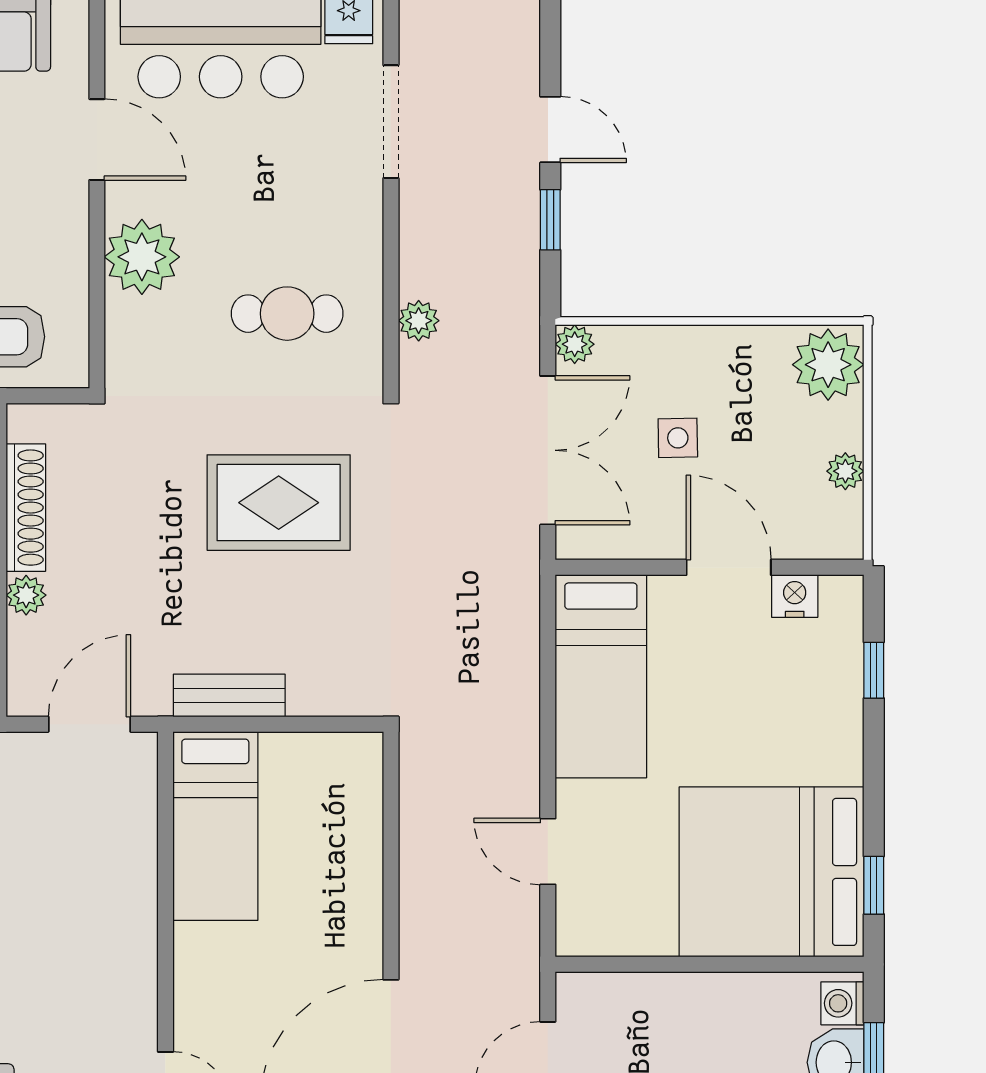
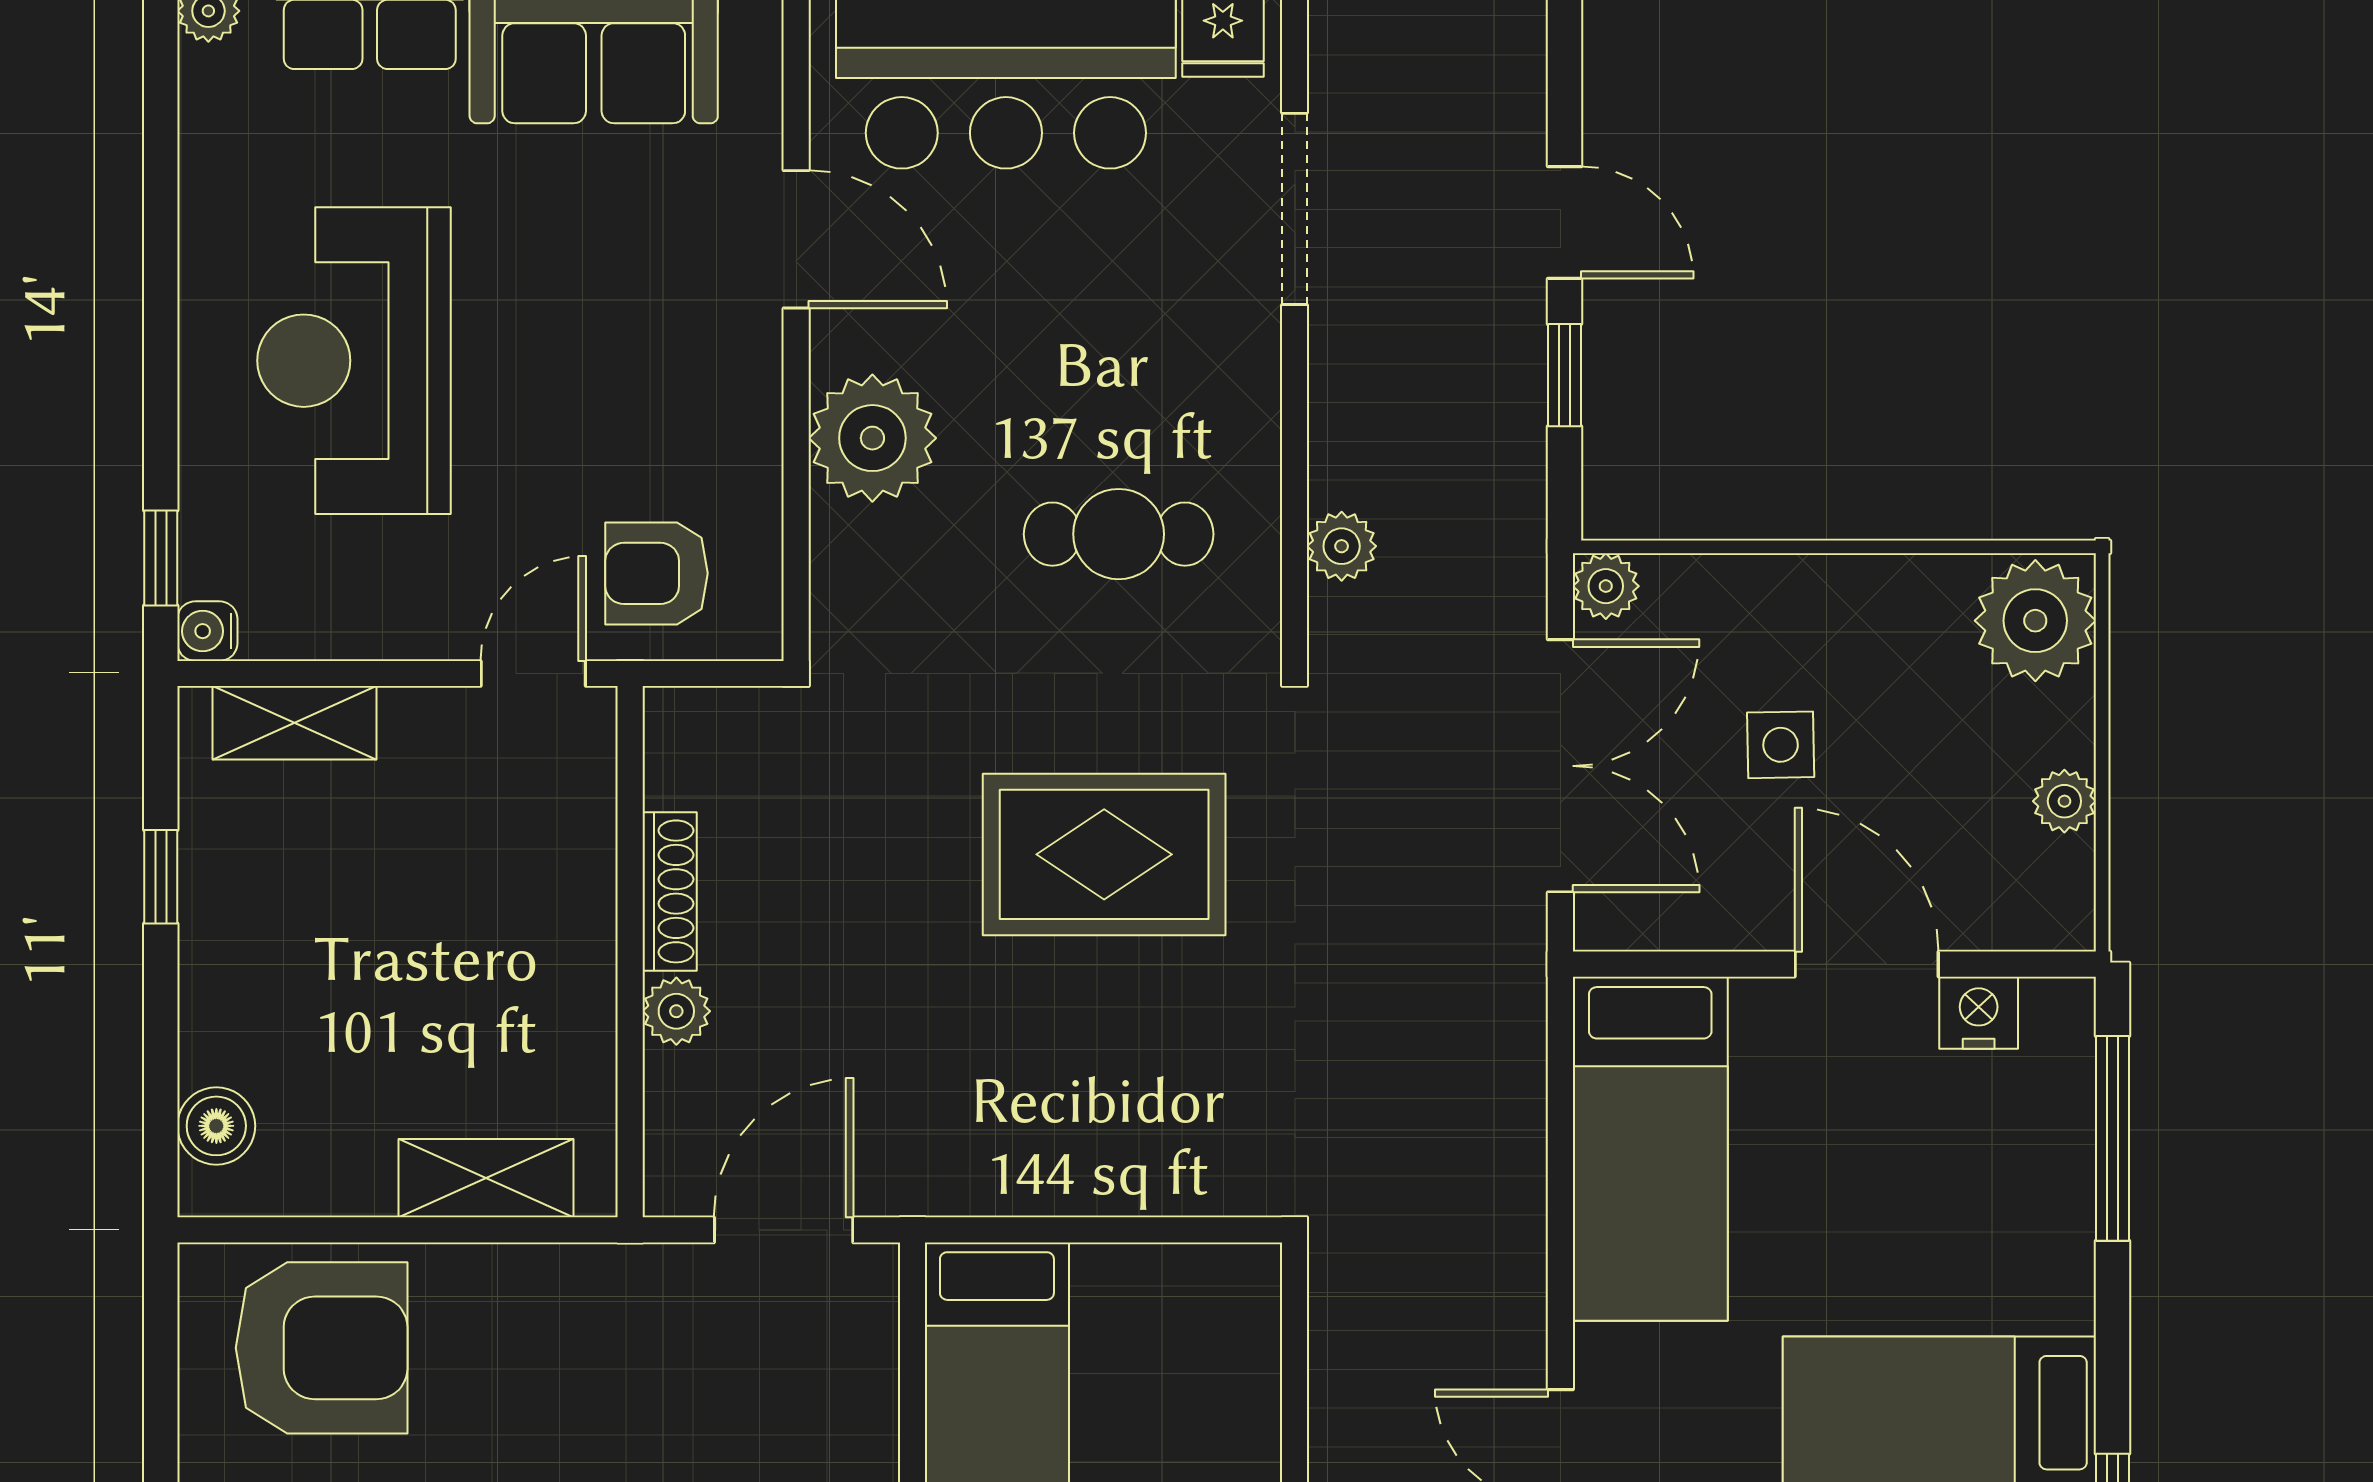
shoe rack: (26, 508) -> (670, 891), width x0.74, depth x0.81
window: (874, 670) -> (2113, 1138), width x2.17
bench: (229, 695) -> (1021, 1181), removed

